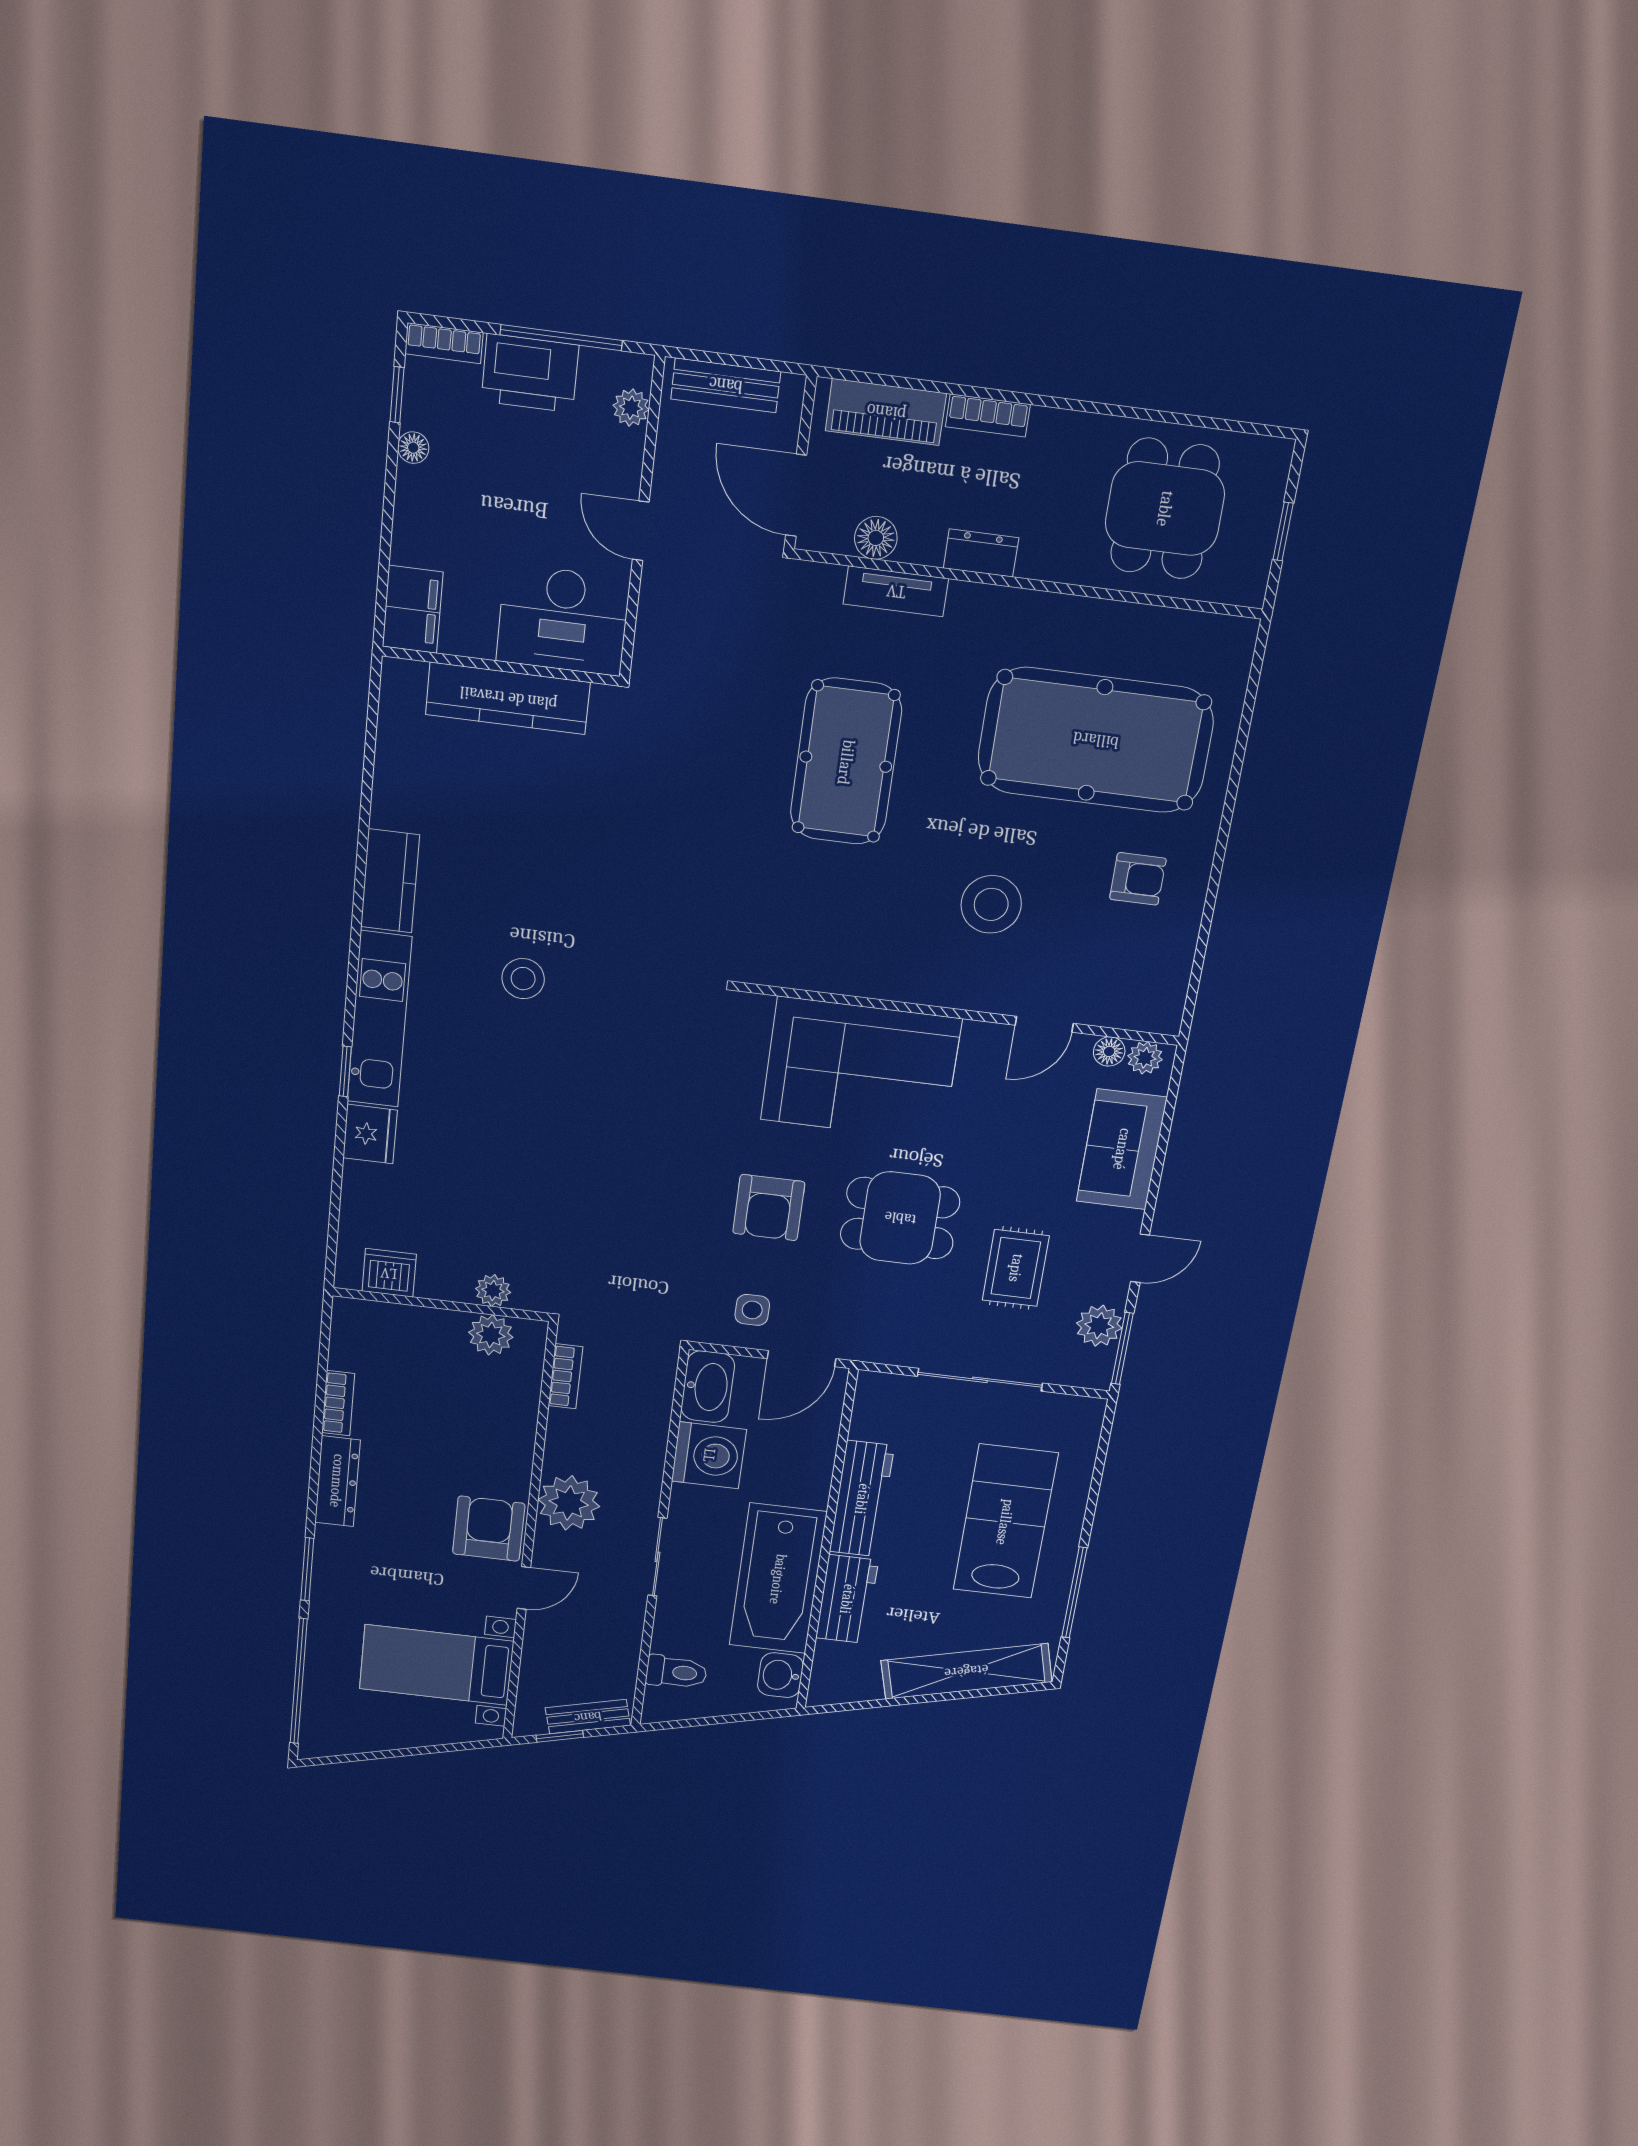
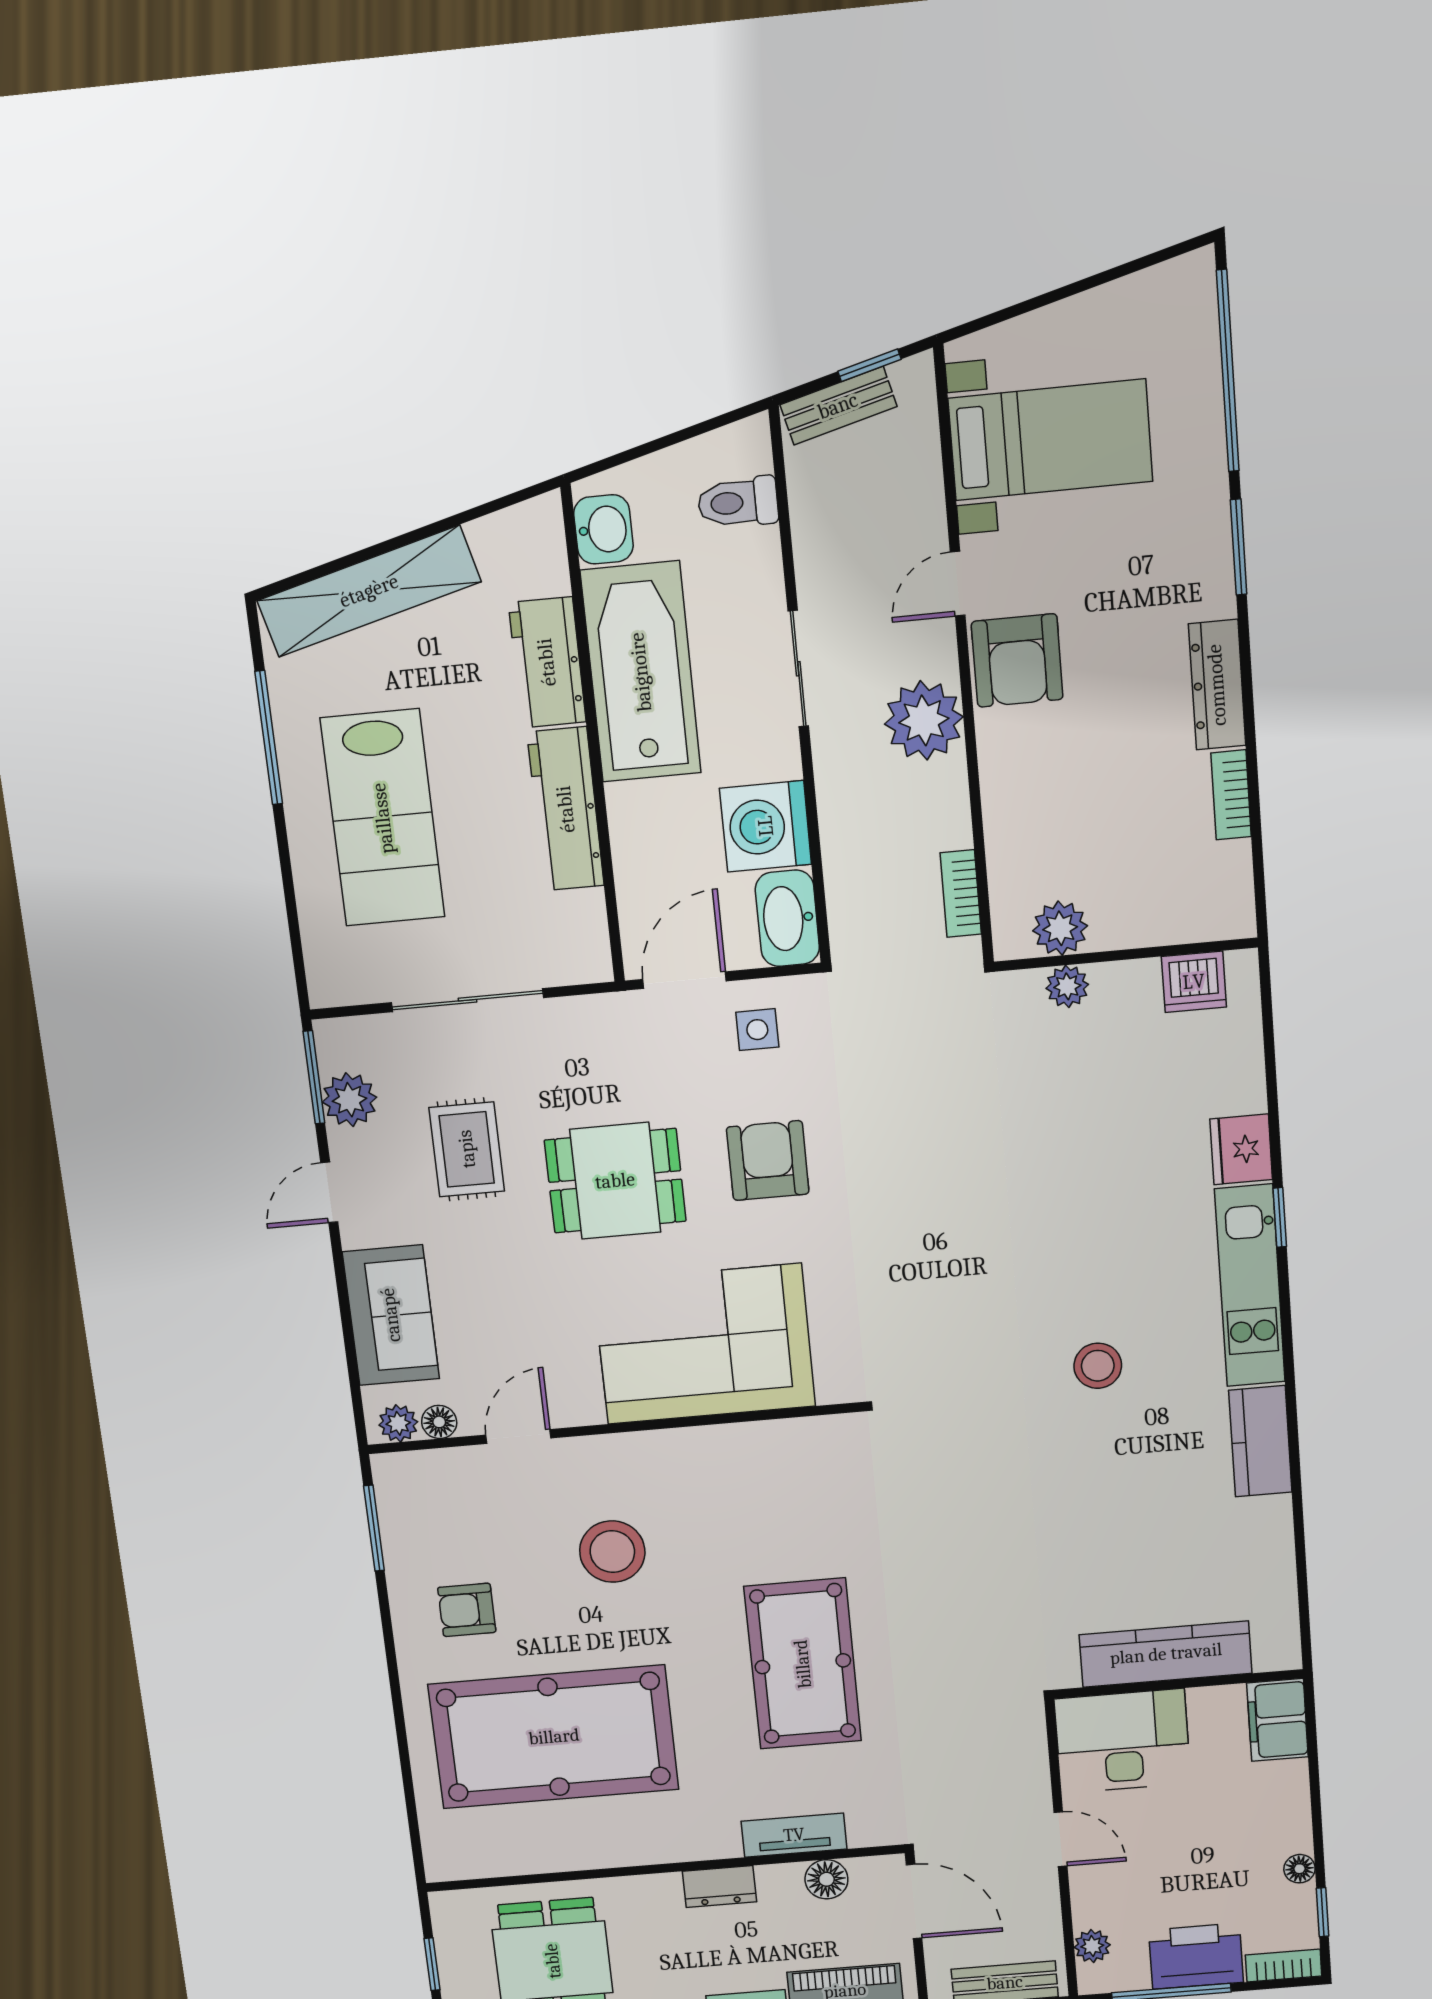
window: (1197, 971) -> (374, 1528), added

